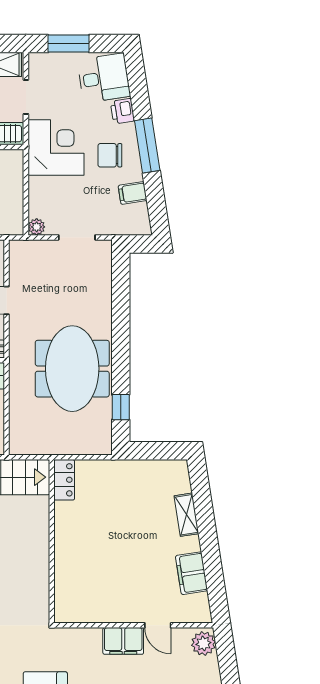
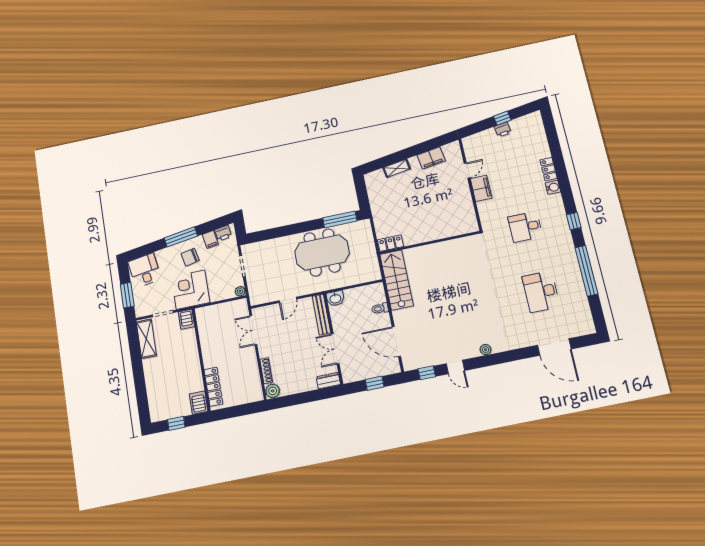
printer: (122, 111) -> (223, 233), moved
chair: (110, 155) -> (190, 257), turned 78
window: (121, 407) -> (340, 219), width x2.17
plant: (203, 643) -> (472, 142), removed

